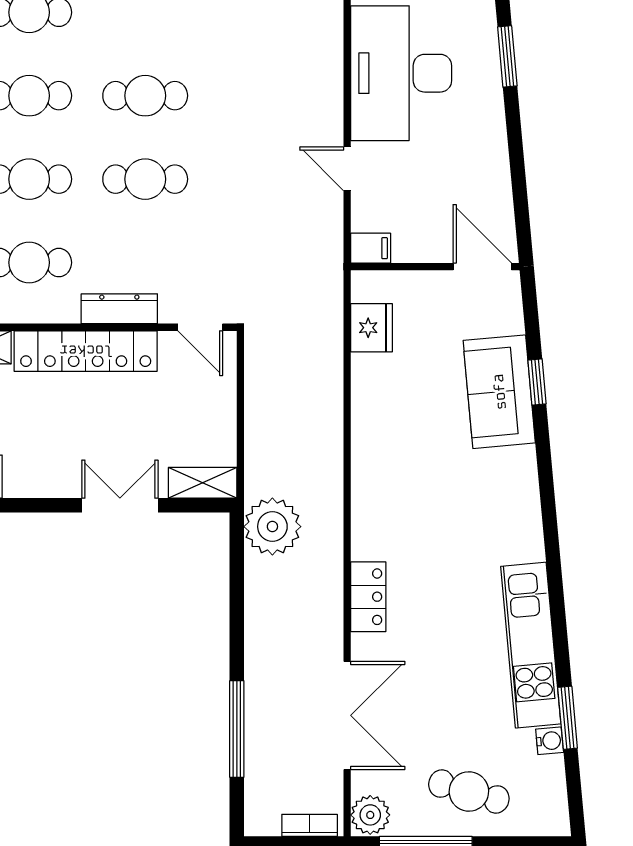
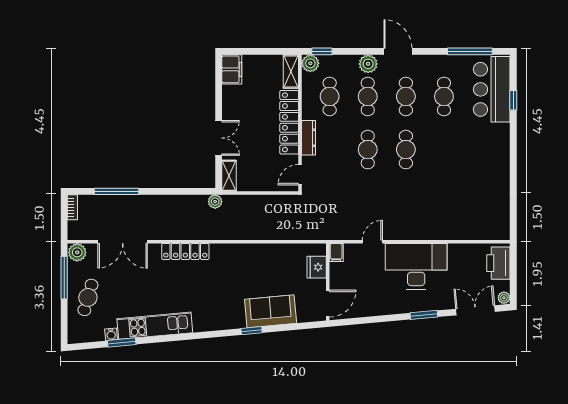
fridge: (372, 328) -> (317, 267), moved, turned 90
window: (537, 382) -> (252, 331), moved
plant: (272, 527) -> (215, 202), width x0.53, depth x0.53
locker: (368, 597) -> (185, 251), width x1.53
bookcase: (310, 825) -> (72, 207), moved

